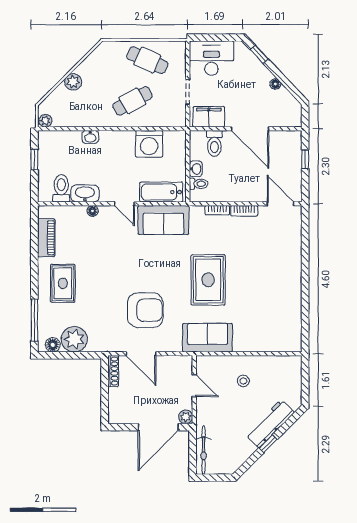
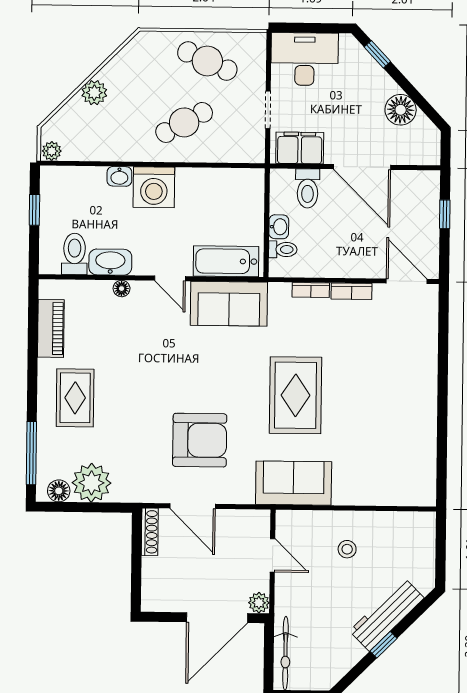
floor lamp: (275, 84) -> (401, 110), width x1.89, depth x1.89
washing machine: (149, 144) -> (154, 187), moved

